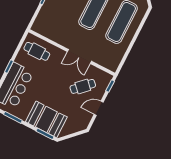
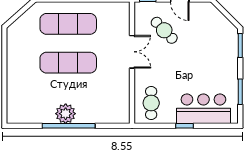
booth: (46, 119) -> (223, 52), removed

